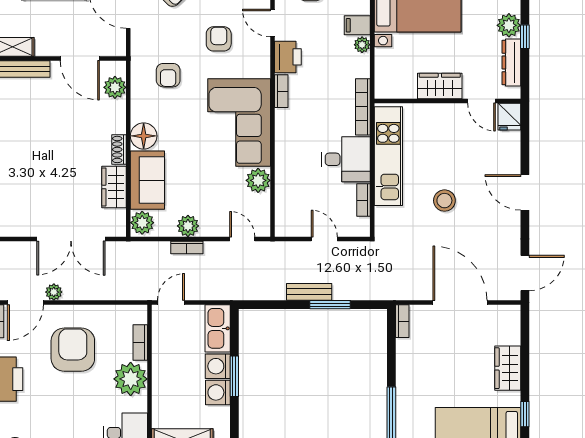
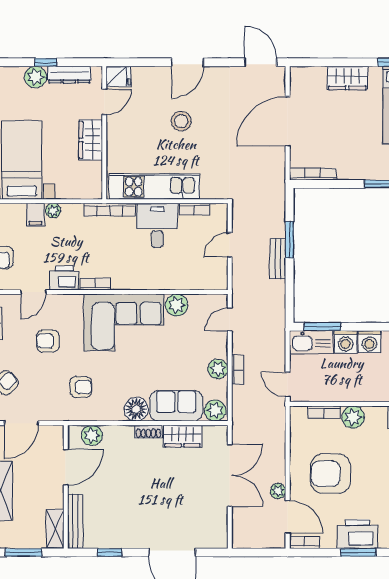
stool: (444, 201) -> (181, 121), moved
bookcase: (402, 321) -> (313, 174), width x1.56
window: (234, 376) -> (323, 327), moved
plant: (131, 379) -> (353, 417), width x0.73, depth x0.73

